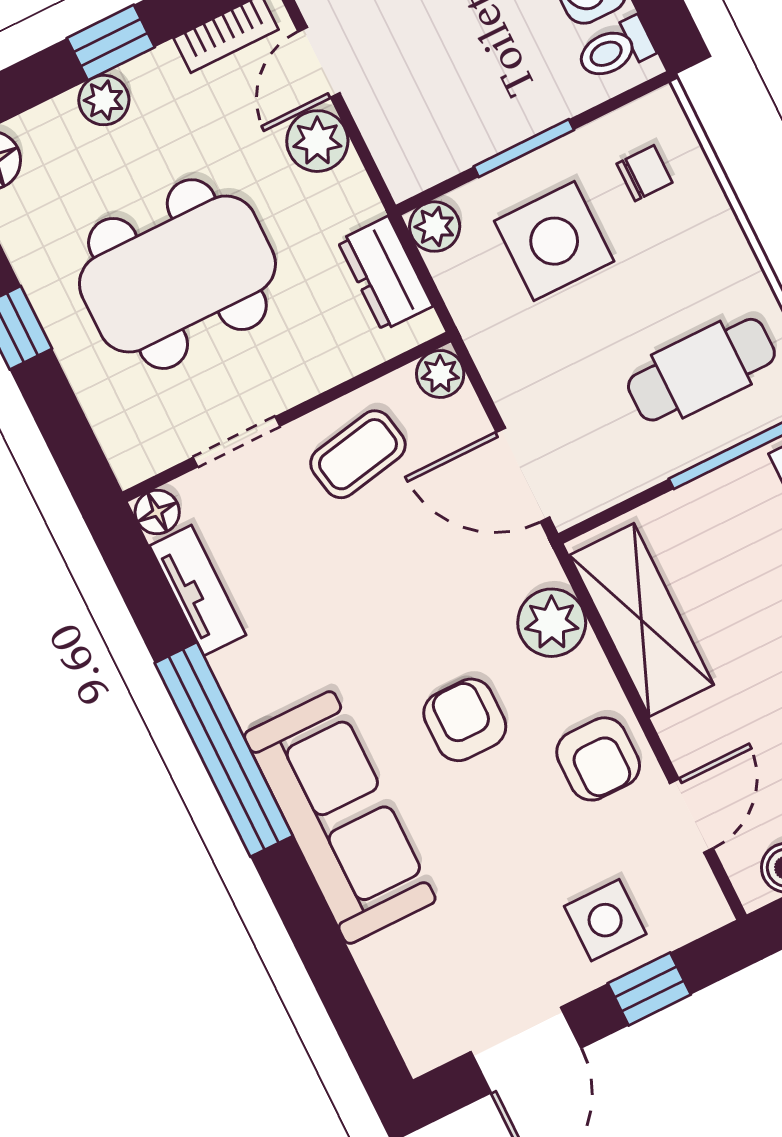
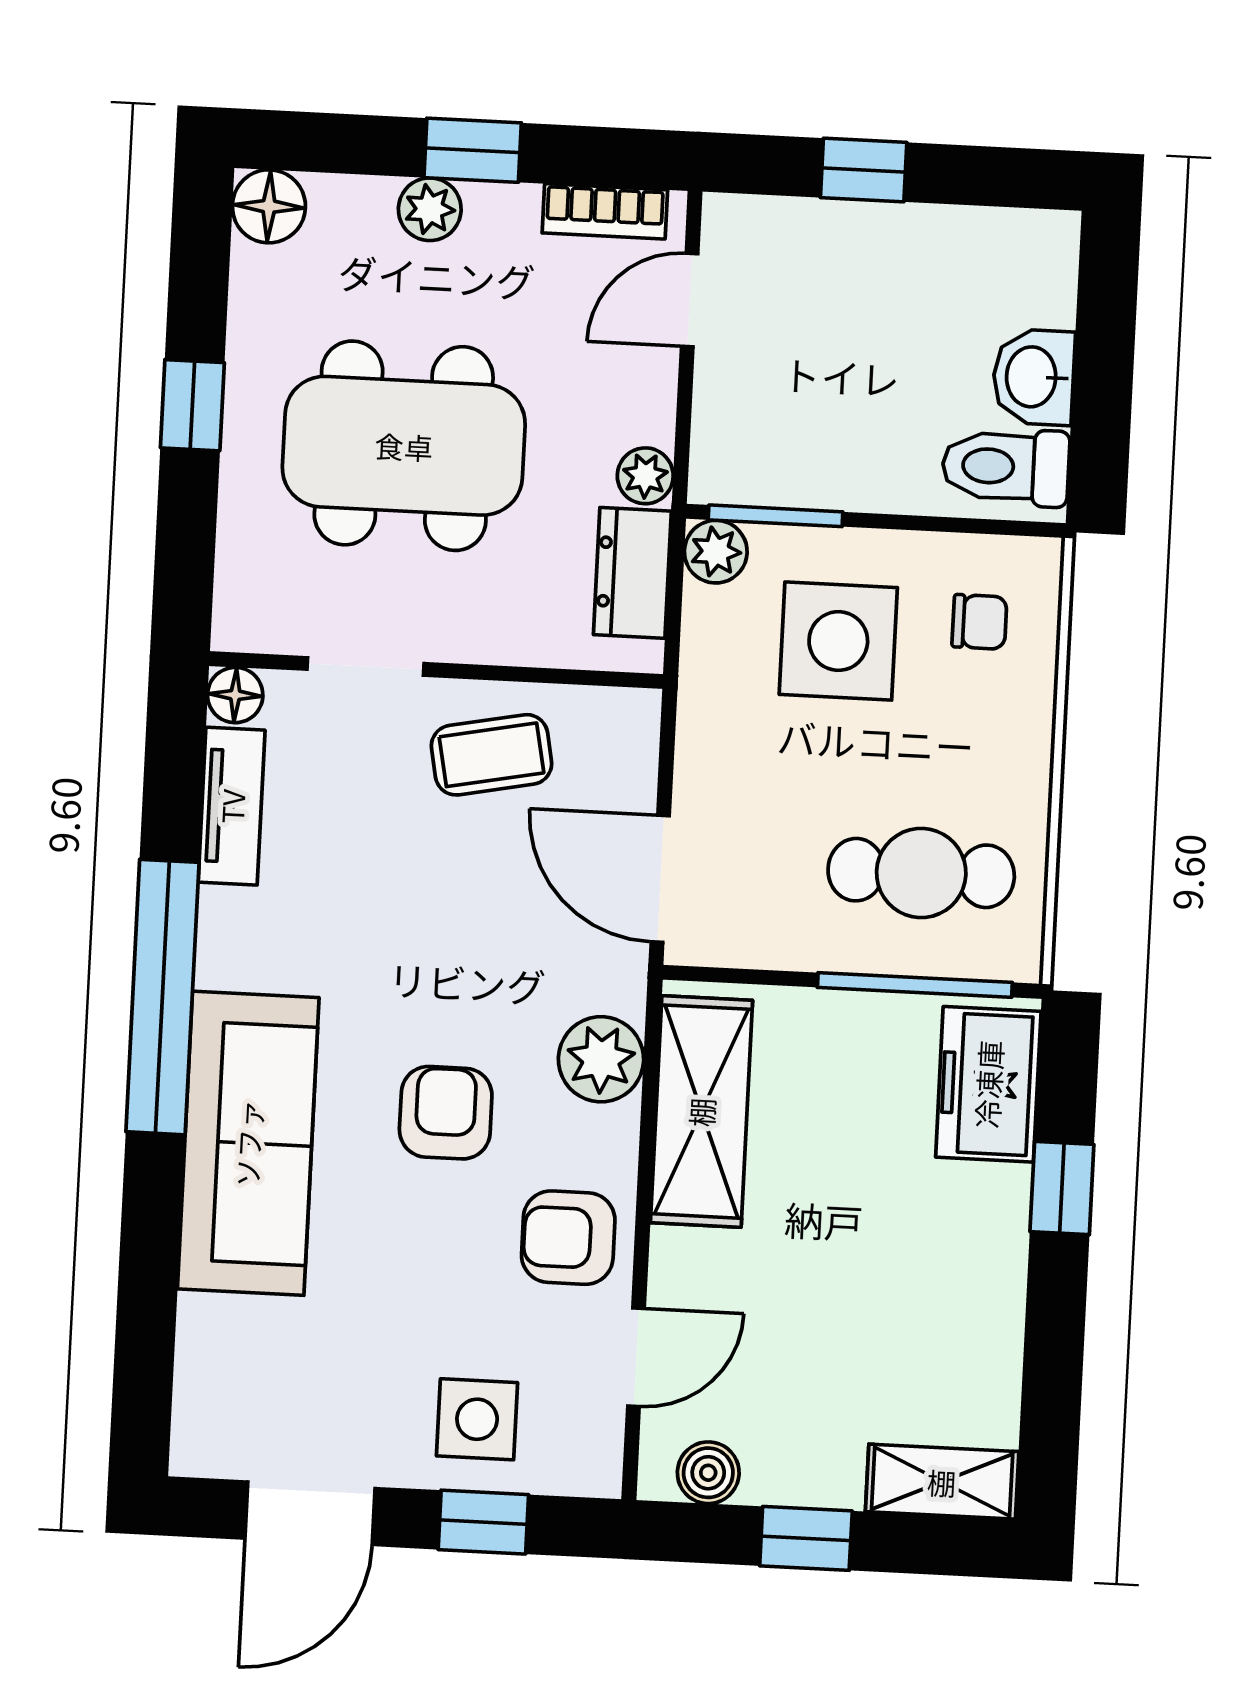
toilet: (615, 49) -> (1006, 467), width x1.37, depth x1.39
plant: (317, 141) -> (645, 476), moved, width x0.73, depth x0.73
window: (524, 148) -> (776, 516), moved
plant: (440, 374) -> (631, 717), removed
armchair: (598, 759) -> (568, 1238), turned 90

